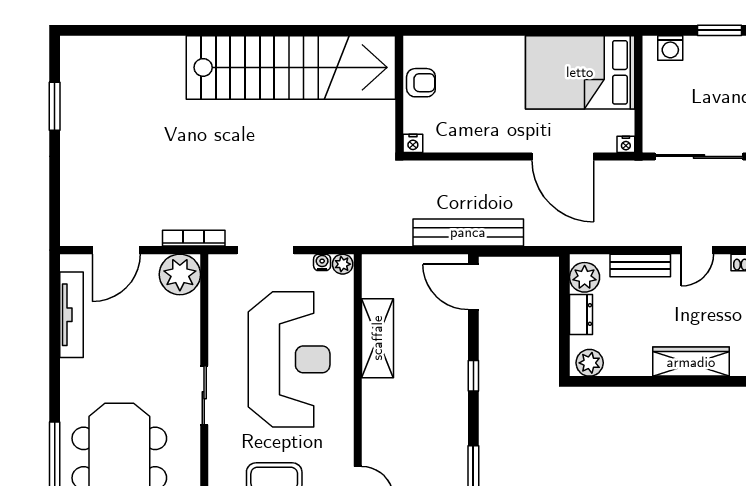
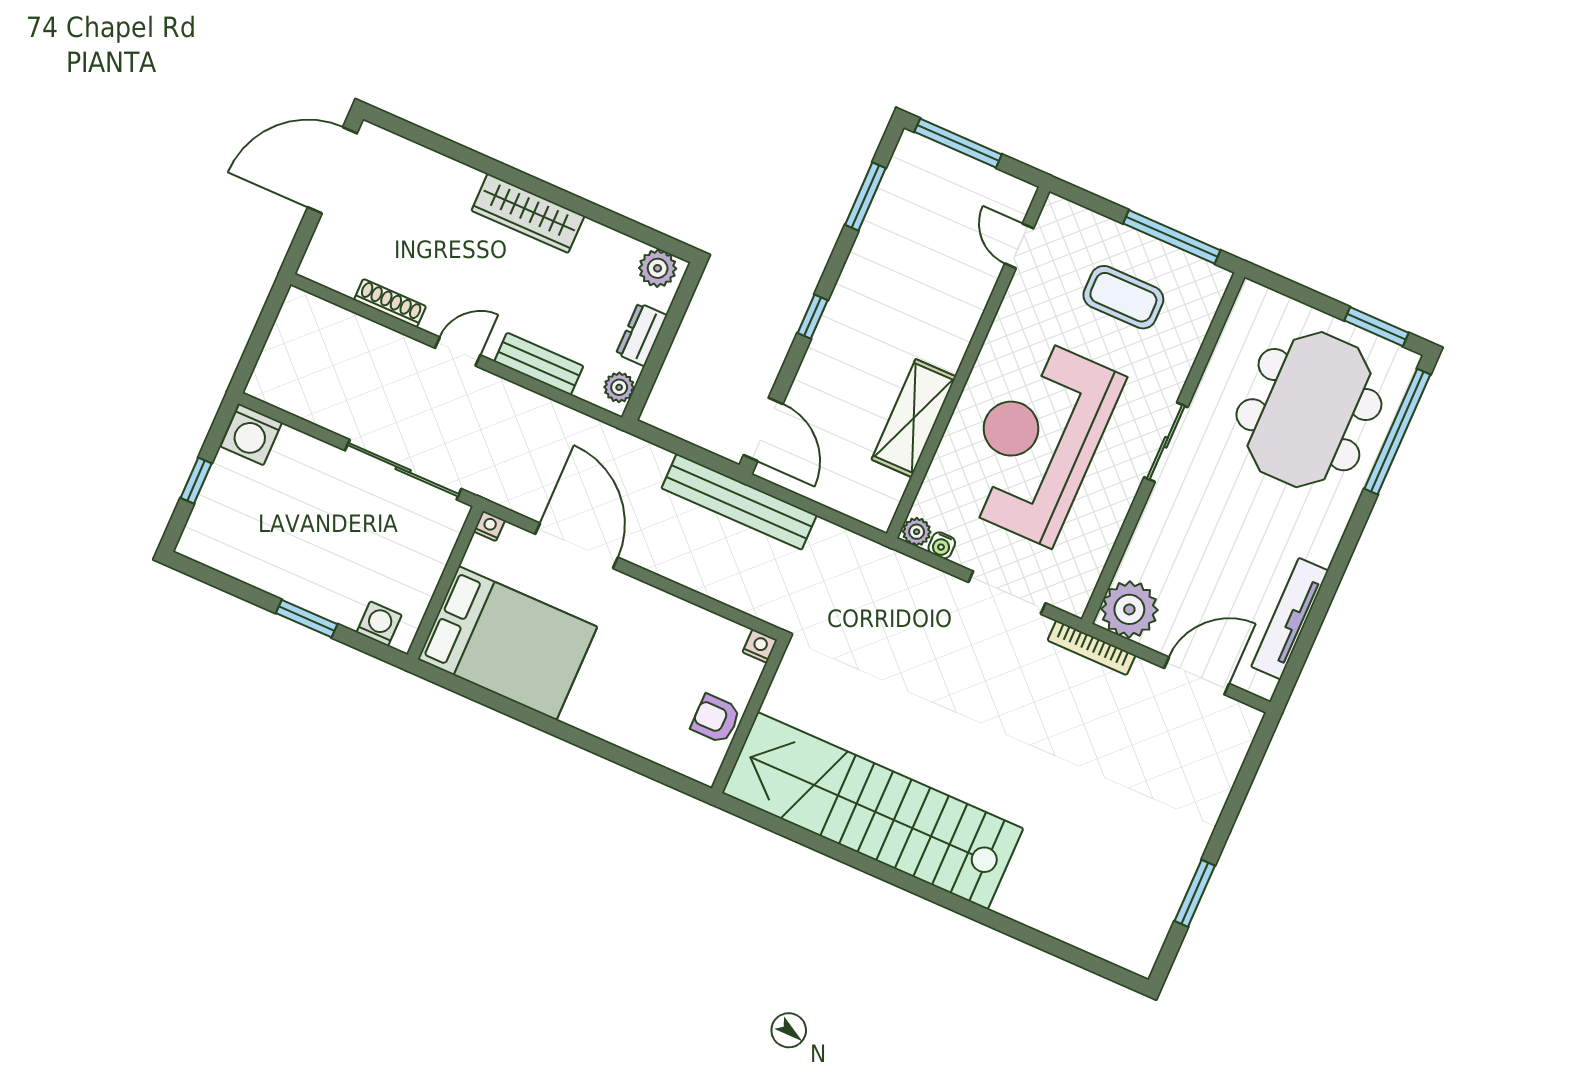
plant: (585, 277) -> (619, 387), width x0.73, depth x0.73

